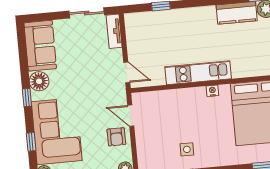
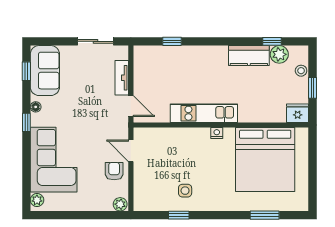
tv unit: (114, 31) -> (122, 78), moved
floor lamp: (39, 81) -> (36, 107), width x0.53, depth x0.53
armchair: (116, 137) -> (114, 171), turned 180
window: (31, 142) -> (26, 71), moved

